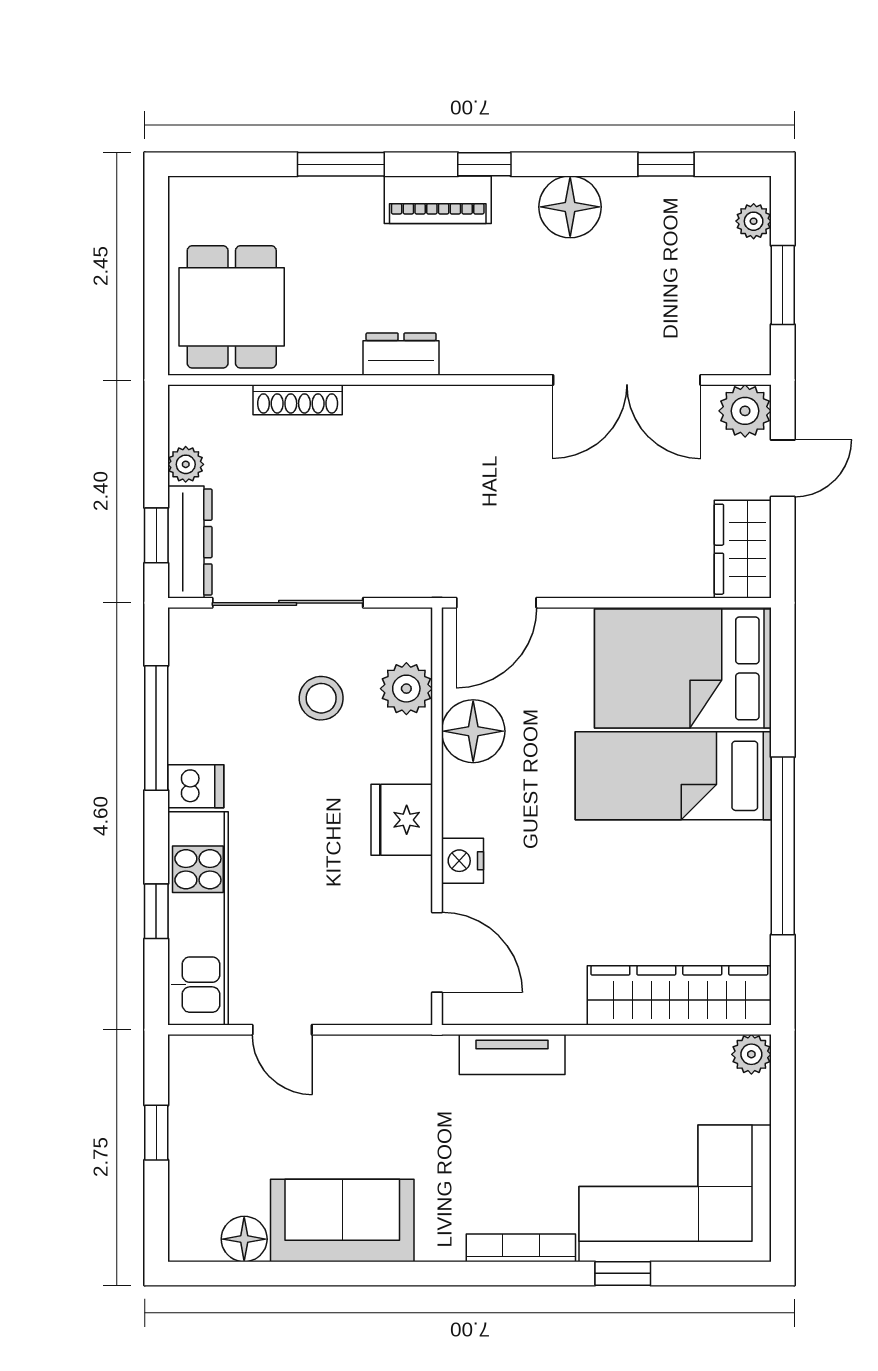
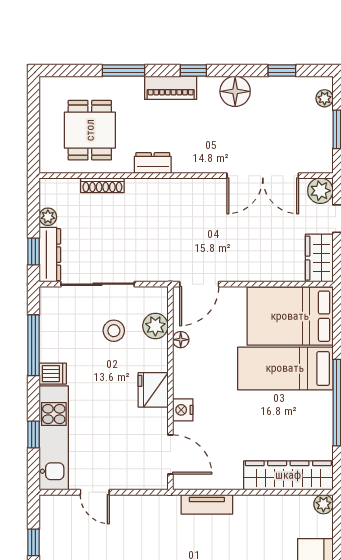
dining table: (232, 307) -> (90, 130), moved
floor lamp: (473, 731) -> (181, 340), width x0.53, depth x0.53

